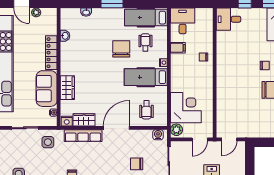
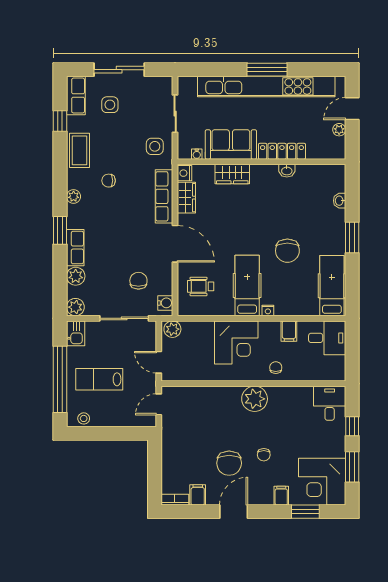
washbasin: (65, 36) -> (287, 171), moved
wheelchair: (145, 42) -> (297, 285), removed
chair: (121, 49) -> (287, 251), turned 90
plant: (225, 72) -> (255, 399), added
corner desk: (186, 108) -> (236, 342), moved
door: (229, 139) -> (159, 404), hinge flipped
chair: (137, 164) -> (138, 281), moved

